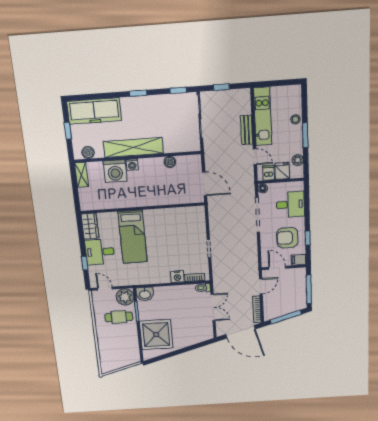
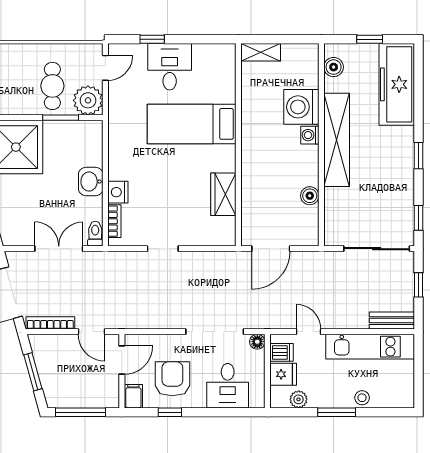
bench: (247, 130) -> (392, 321), moved
door: (255, 157) -> (308, 332), swing flipped
shelving: (82, 175) -> (261, 52), moved
wardrobe: (90, 226) -> (223, 194), moved, turned 90
washbasin: (145, 294) -> (91, 182), moved
double door: (213, 307) -> (59, 249), swing flipped
window: (286, 317) -> (33, 372), width x0.69

